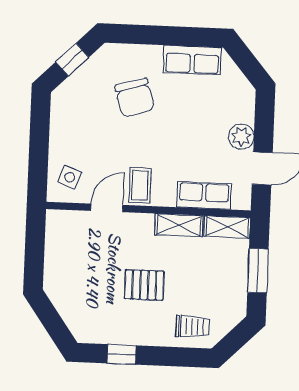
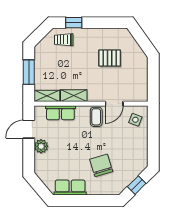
pallet: (144, 285) -> (110, 58), moved
window: (122, 354) -> (74, 23), moved

